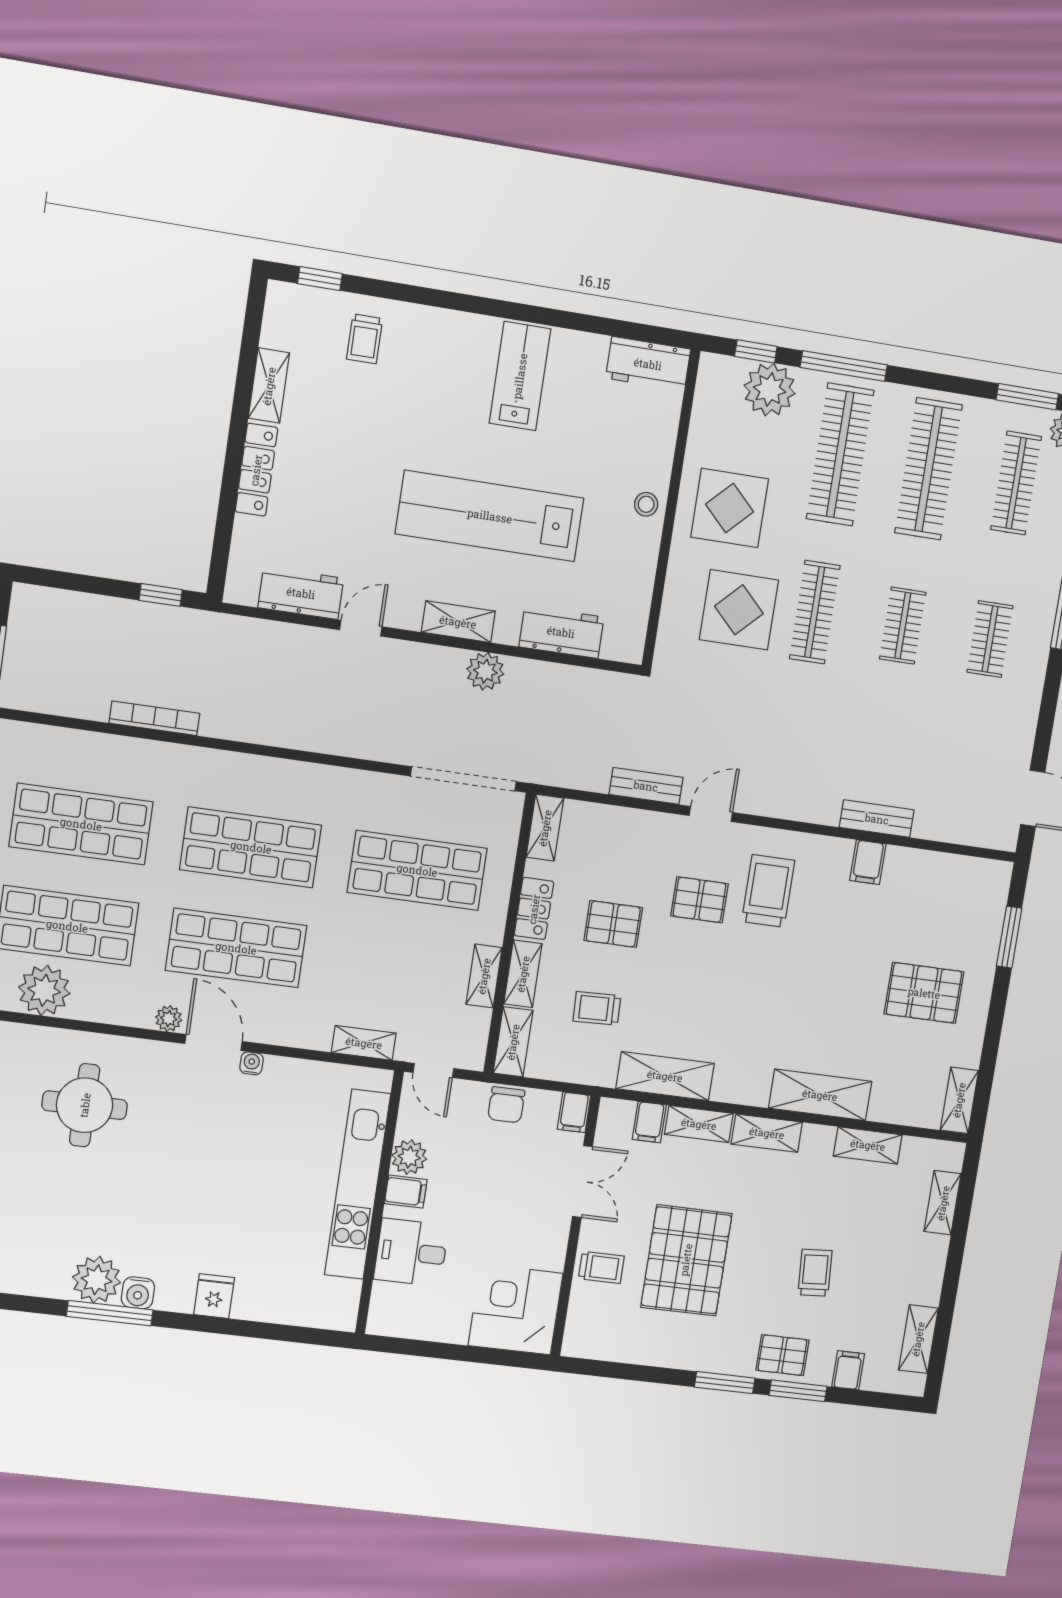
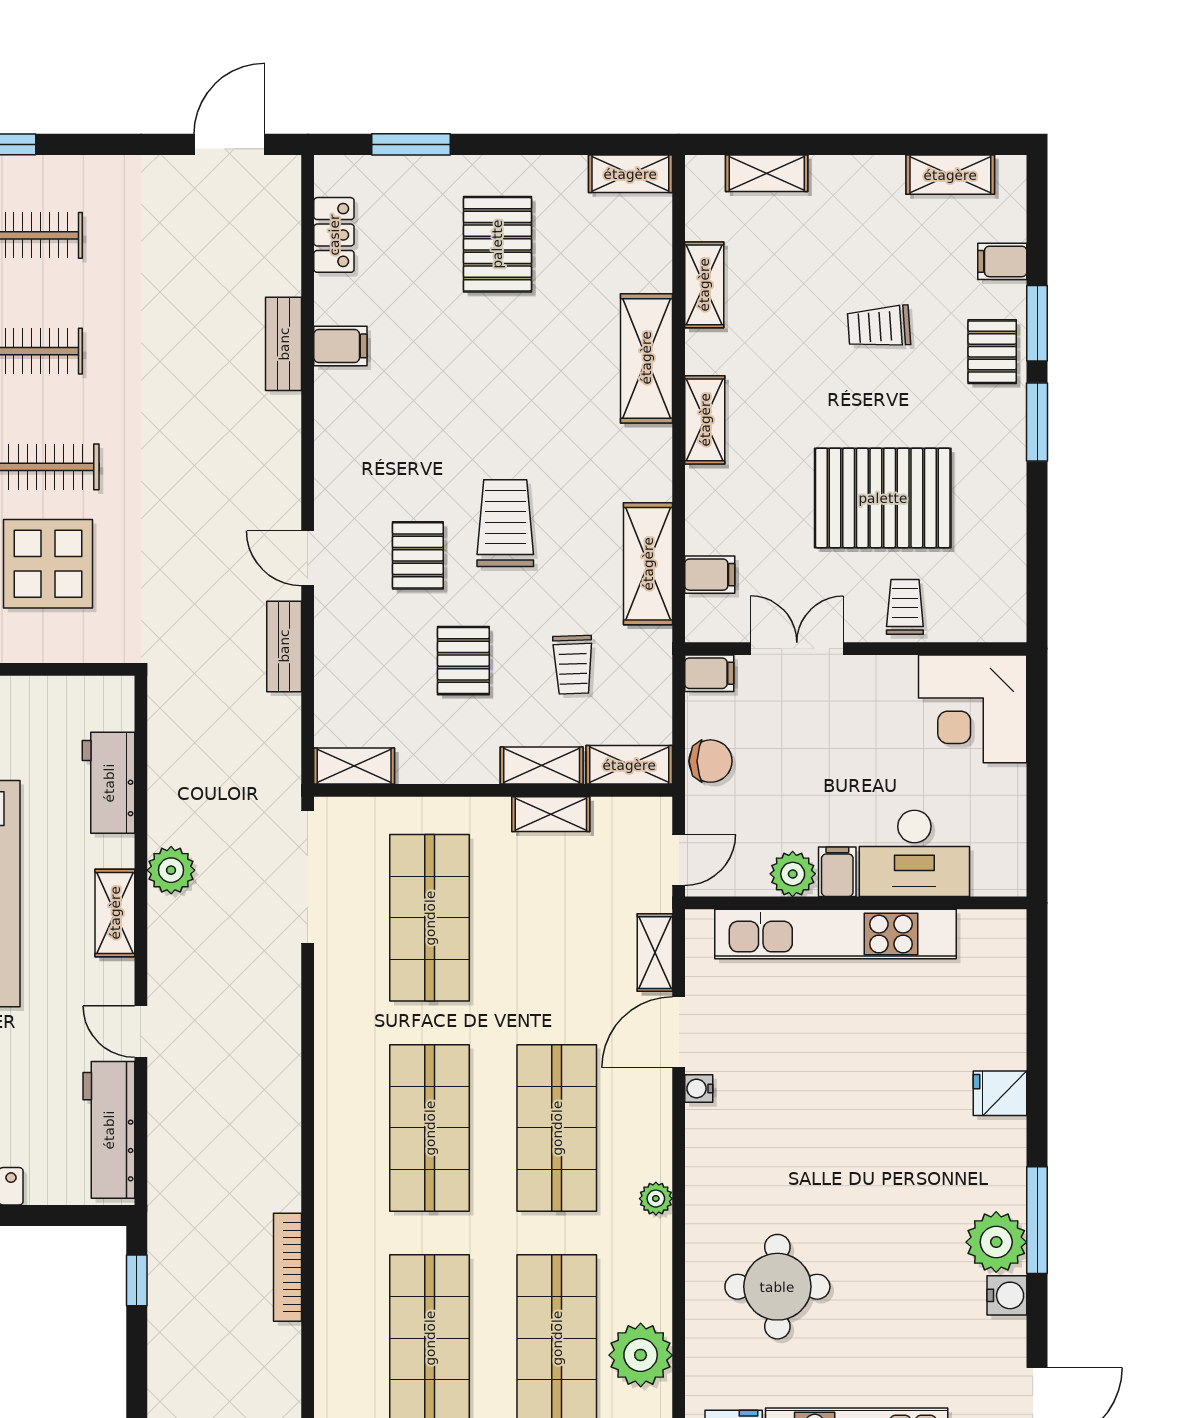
workbench: (301, 593) -> (109, 1130), width x1.38
trolley: (768, 891) -> (505, 523), moved, turned 90
locker: (534, 909) -> (334, 235), moved, turned 90
door: (214, 1042) -> (679, 1032), moved
shelving: (699, 1124) -> (704, 510), removed
desk: (411, 1252) -> (914, 853), width x1.37
water cooler: (138, 1293) -> (1007, 1295), moved

